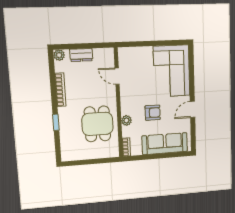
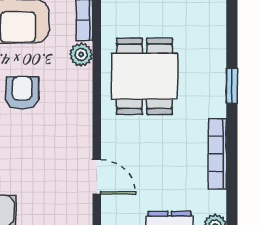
armchair: (153, 113) -> (22, 93), turned 90
plant: (126, 120) -> (81, 54), moved

